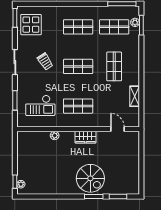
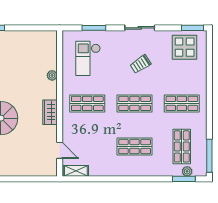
shop shelf: (78, 27) -> (182, 103), turned 90
shop shelf: (78, 66) -> (135, 103), turned 90
shelving: (135, 96) -> (76, 171), moved
shop shelf: (78, 106) -> (87, 103), turned 90
door: (117, 129) -> (60, 150), hinge flipped

